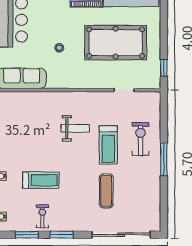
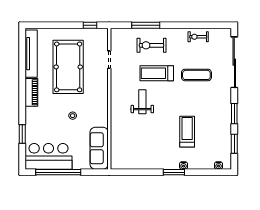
treadmill: (108, 145) -> (157, 73), turned 180
window: (164, 159) -> (146, 25), moved
exercise bike: (42, 216) -> (198, 37), moved

